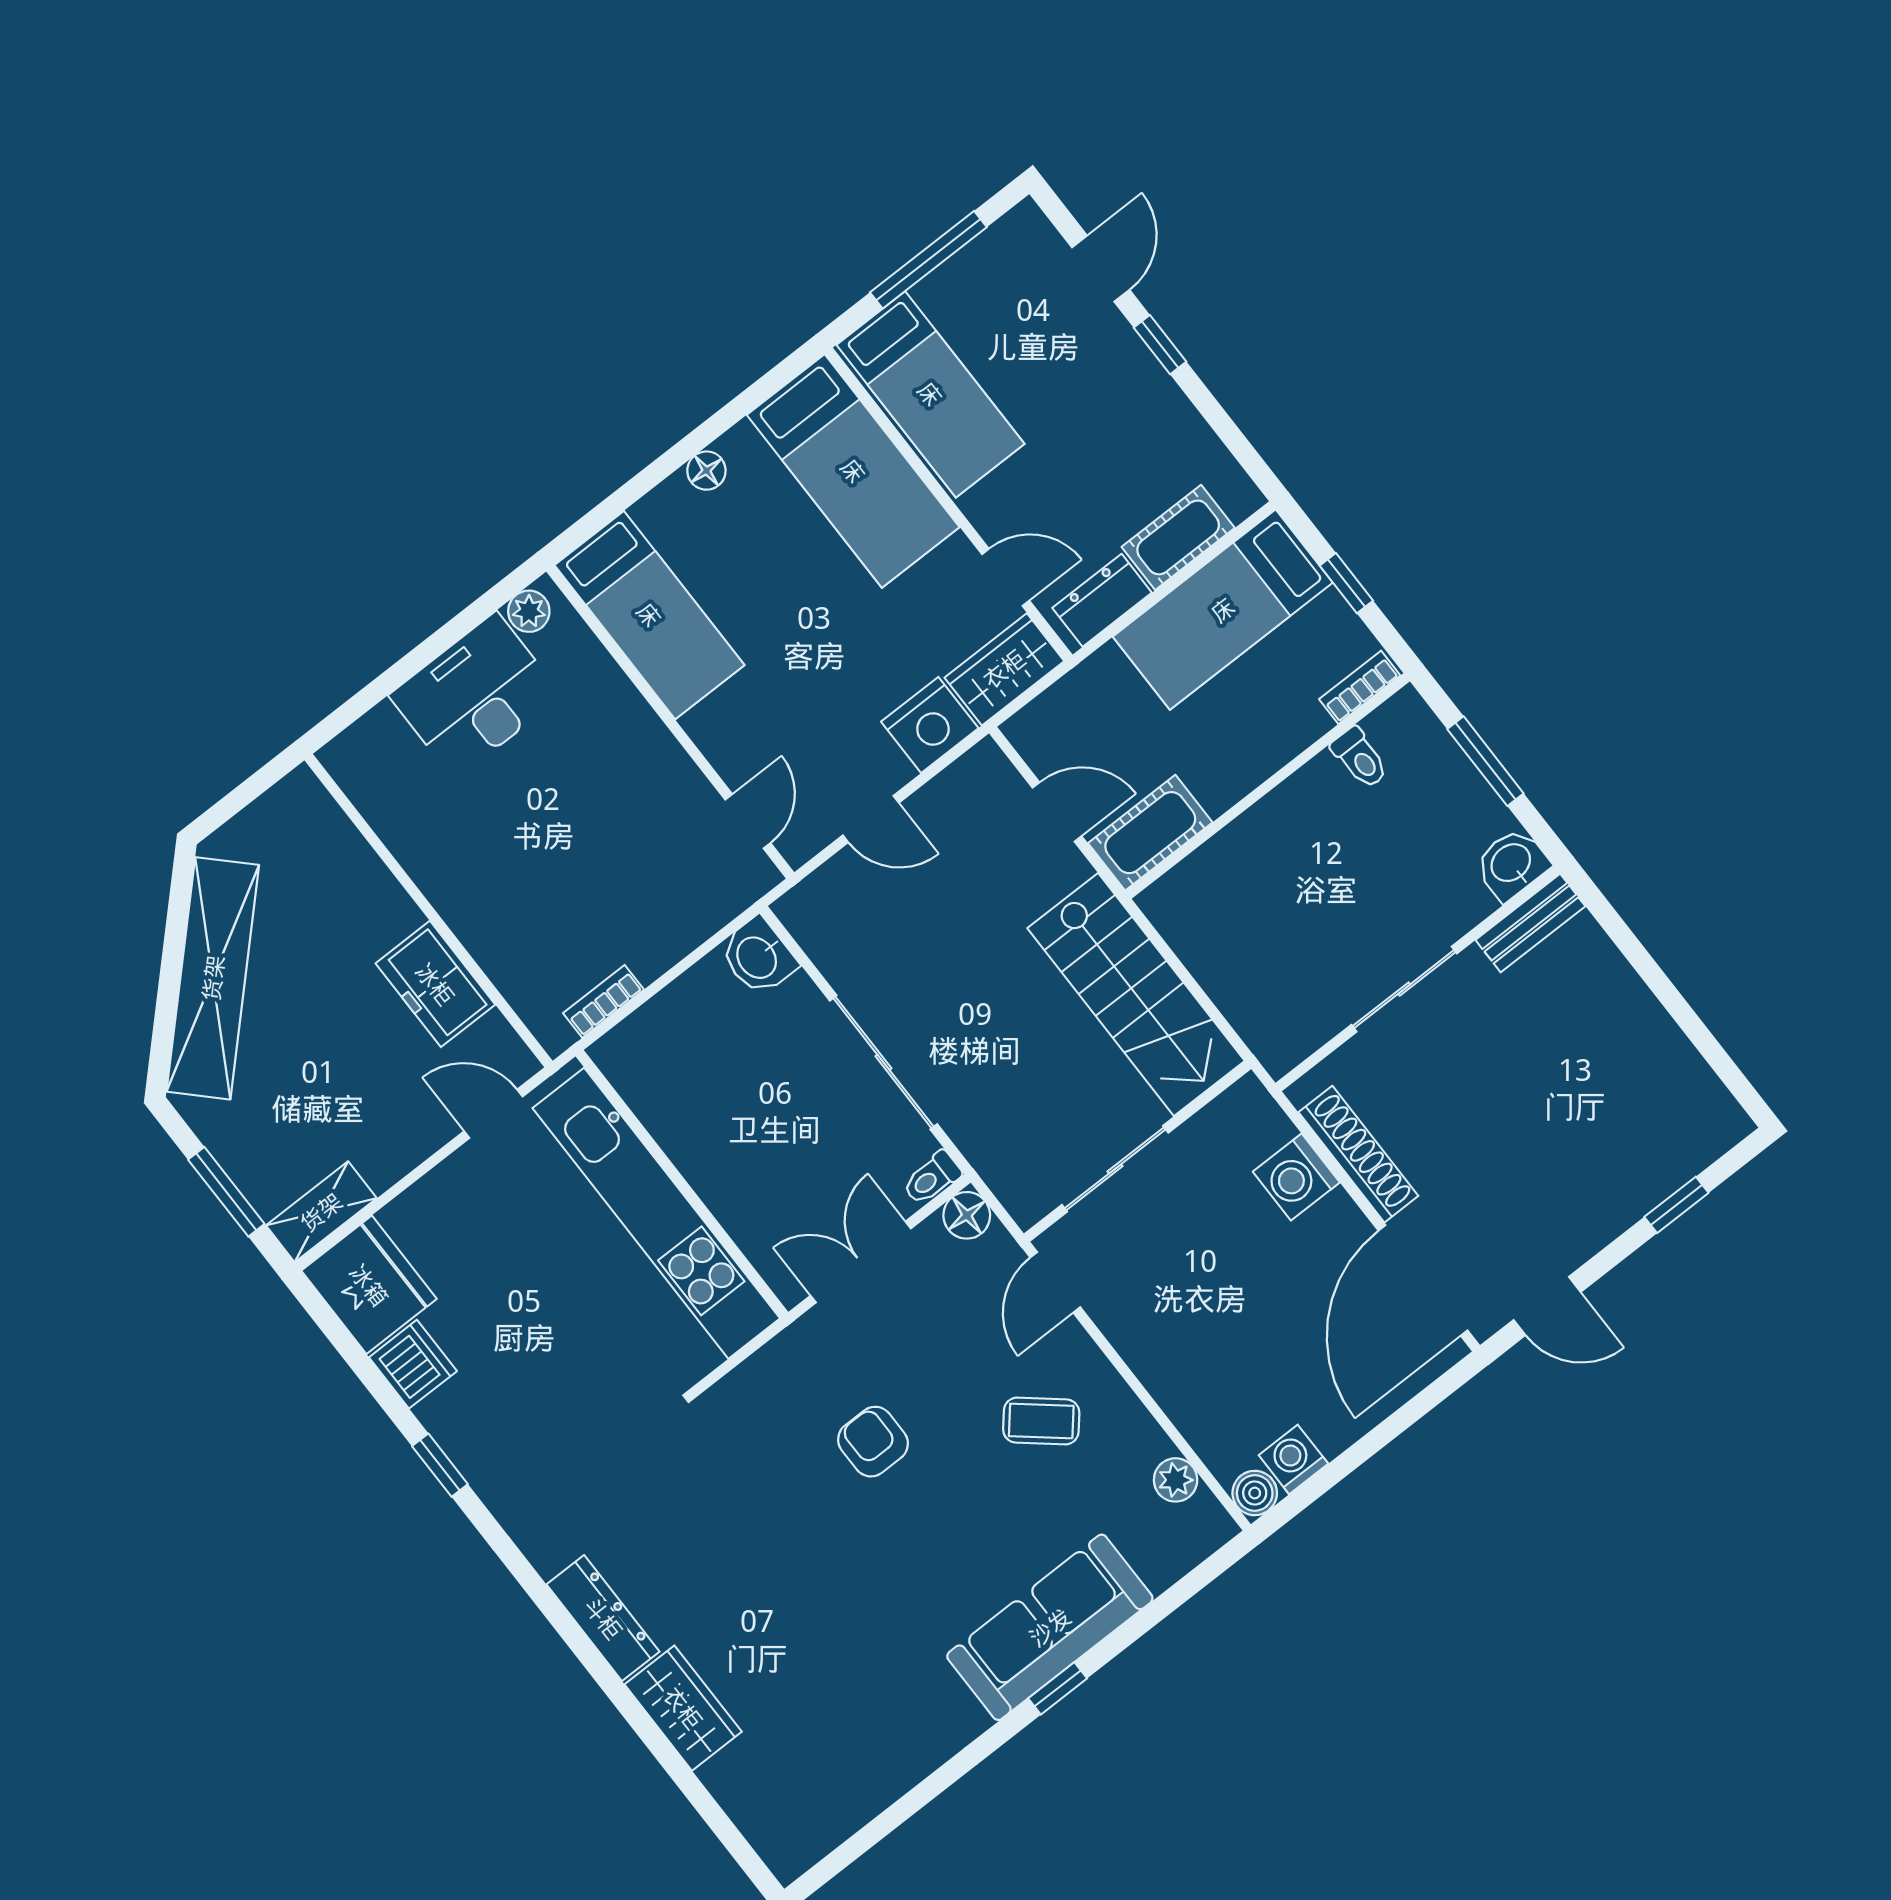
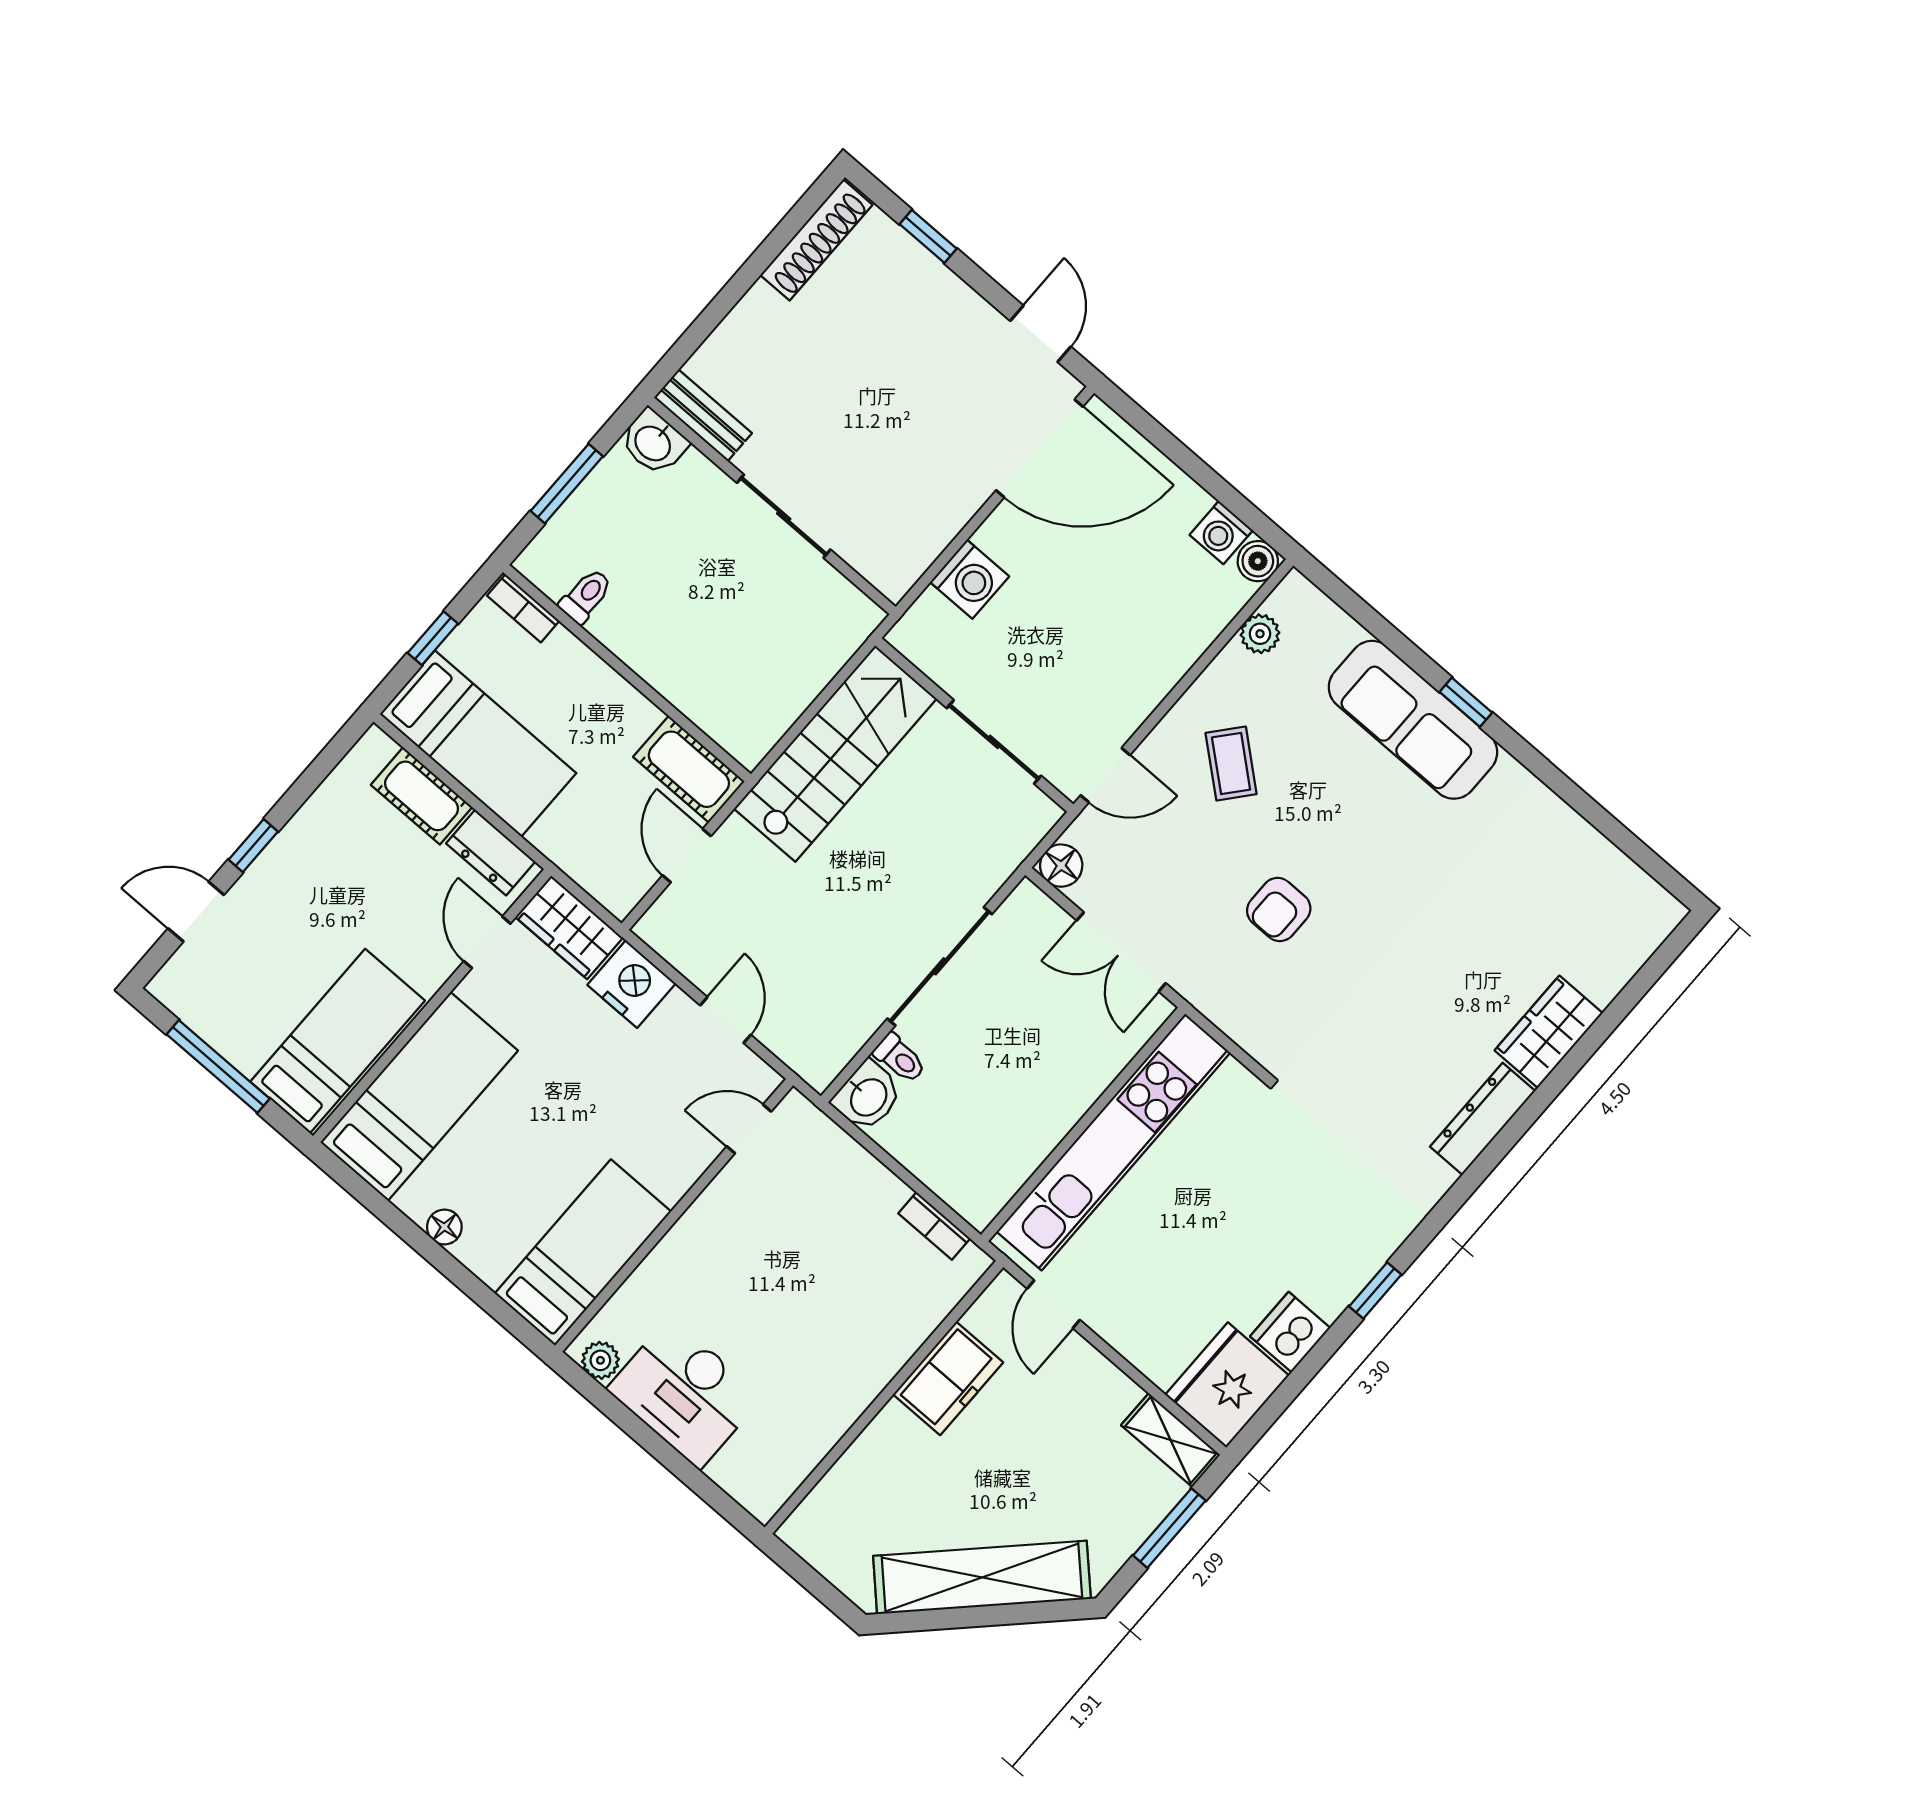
shoe rack: (1358, 1154) -> (816, 240), moved, turned 180
toilet: (932, 1178) -> (900, 1058), moved

